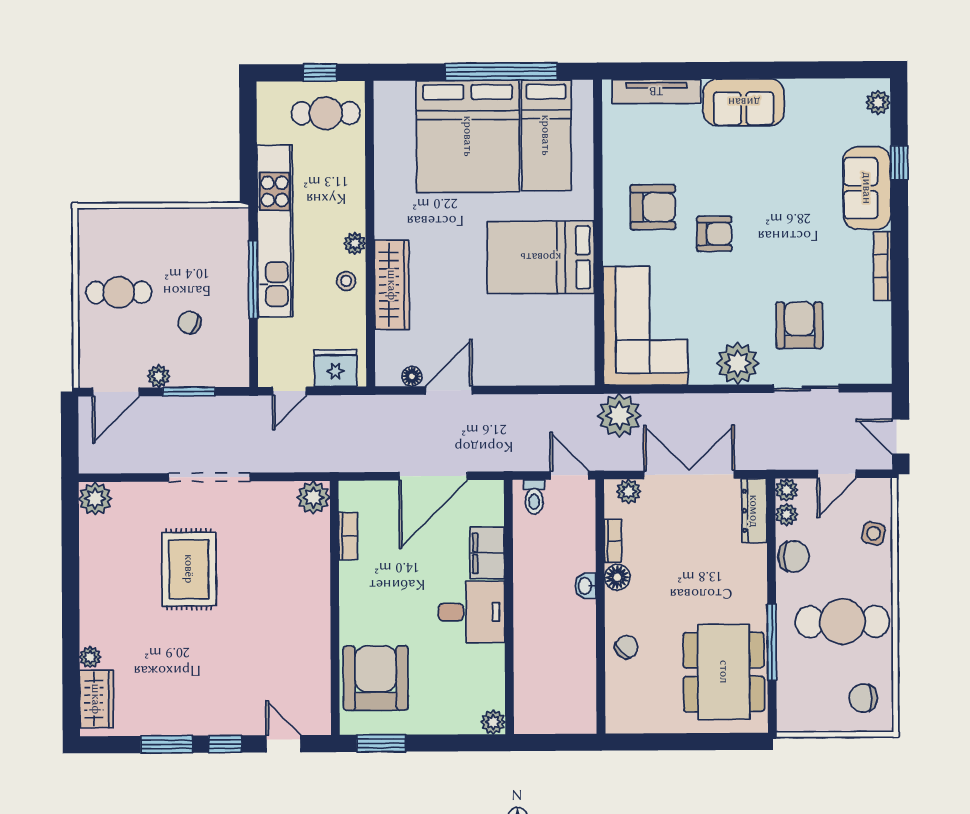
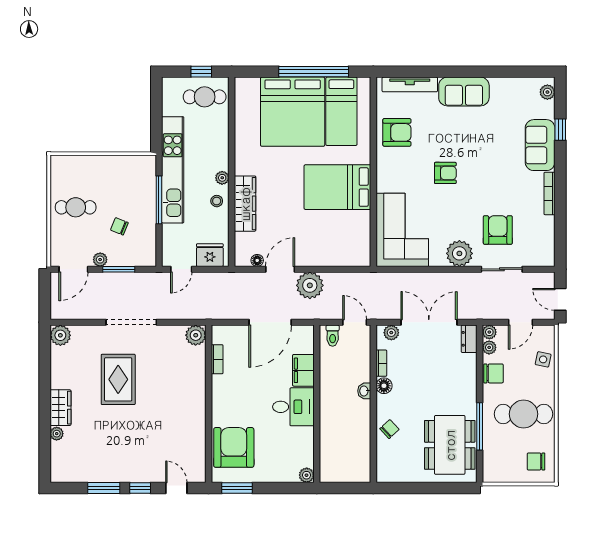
armchair: (653, 207) -> (397, 132), moved
plant: (619, 415) -> (310, 285), moved
dresser: (754, 511) -> (469, 339), width x0.70
wardrobe: (96, 699) -> (60, 408), moved

